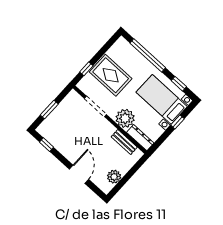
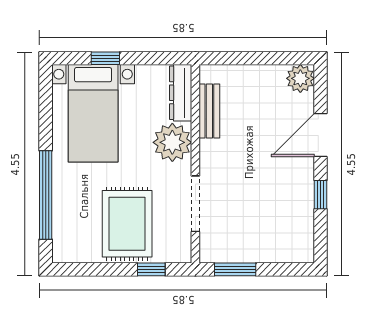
window: (179, 84) -> (46, 109), removed
window: (49, 110) -> (235, 269), moved
window: (47, 145) -> (321, 195), moved
plant: (114, 177) -> (300, 78), moved

